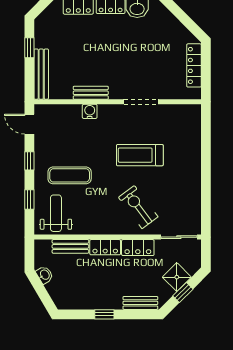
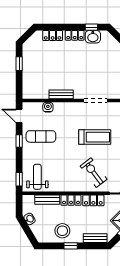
bench: (41, 74) -> (27, 82), removed
water cooler: (90, 111) -> (48, 107), moved
treadmill: (140, 155) -> (95, 137), turned 180
exercise mat: (70, 175) -> (41, 136), moved
window: (29, 199) -> (19, 179), moved
stool: (93, 292) -> (62, 231), added

